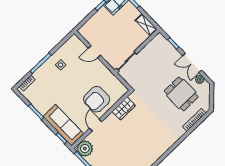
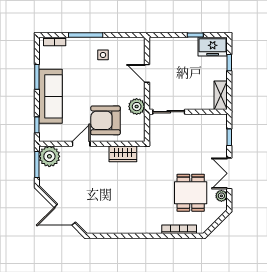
plant: (106, 75) -> (137, 107), added
sofa: (63, 125) -> (50, 96), moved

